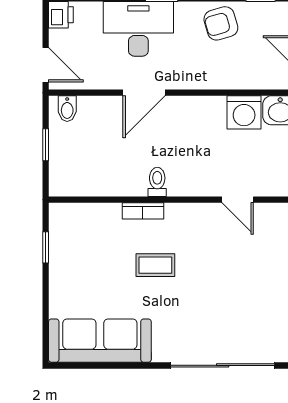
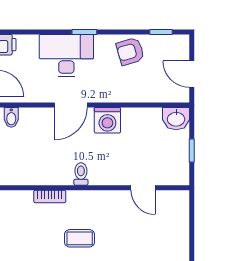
washing machine: (244, 112) -> (107, 120), moved
bookcase: (143, 211) -> (50, 196), moved

